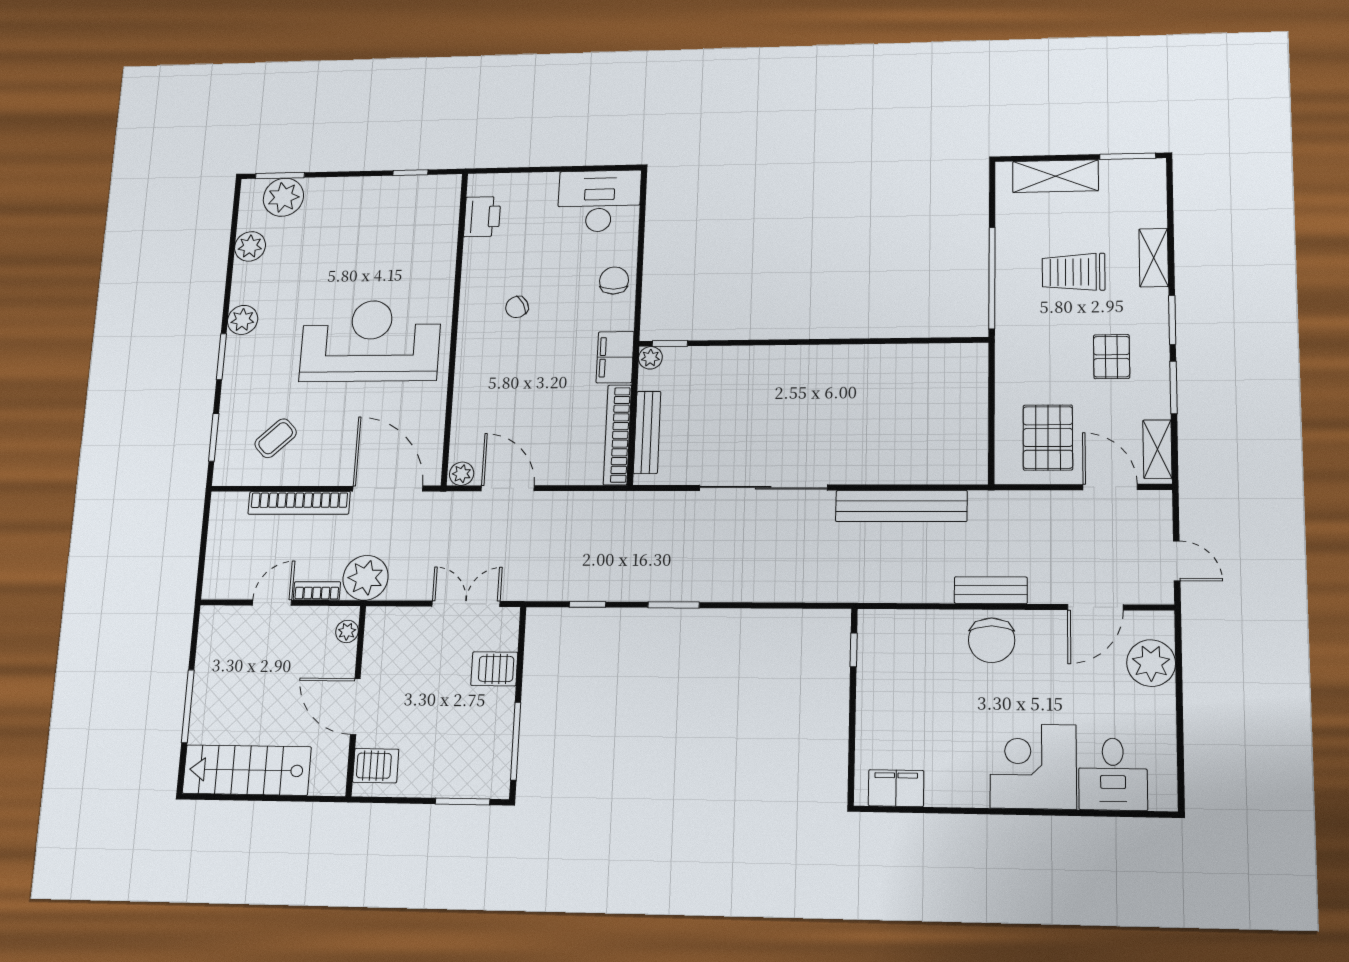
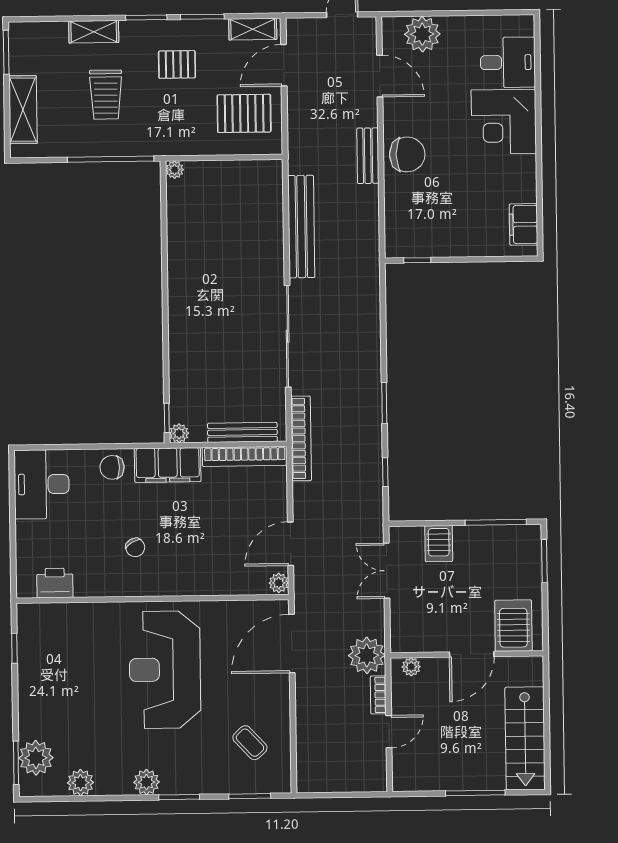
plant: (977, 353) -> (175, 170), added
filing cabinet: (615, 357) -> (168, 465), width x1.50, depth x1.17
bookcase: (299, 503) -> (301, 438), moved
door: (272, 603) -> (389, 732), swing flipped
server rack: (376, 766) -> (513, 626), width x1.36, depth x1.44

